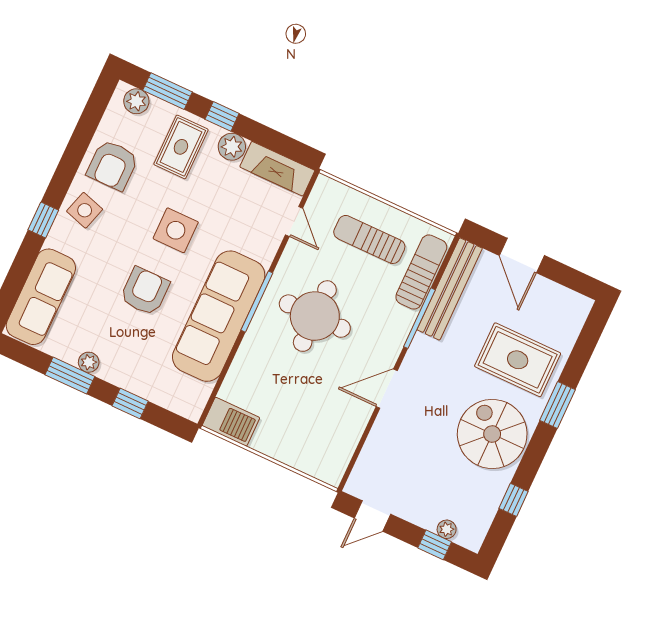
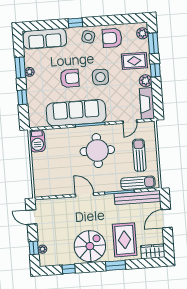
wardrobe: (571, 318) -> (153, 251), added

